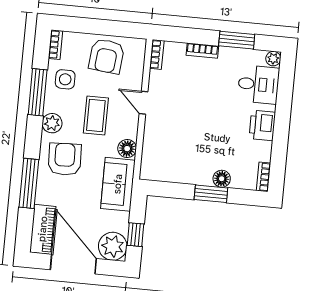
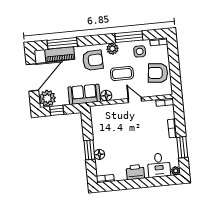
door: (144, 103) -> (135, 100), hinge flipped
window: (29, 183) -> (62, 43), moved
piano: (43, 229) -> (60, 54), moved

